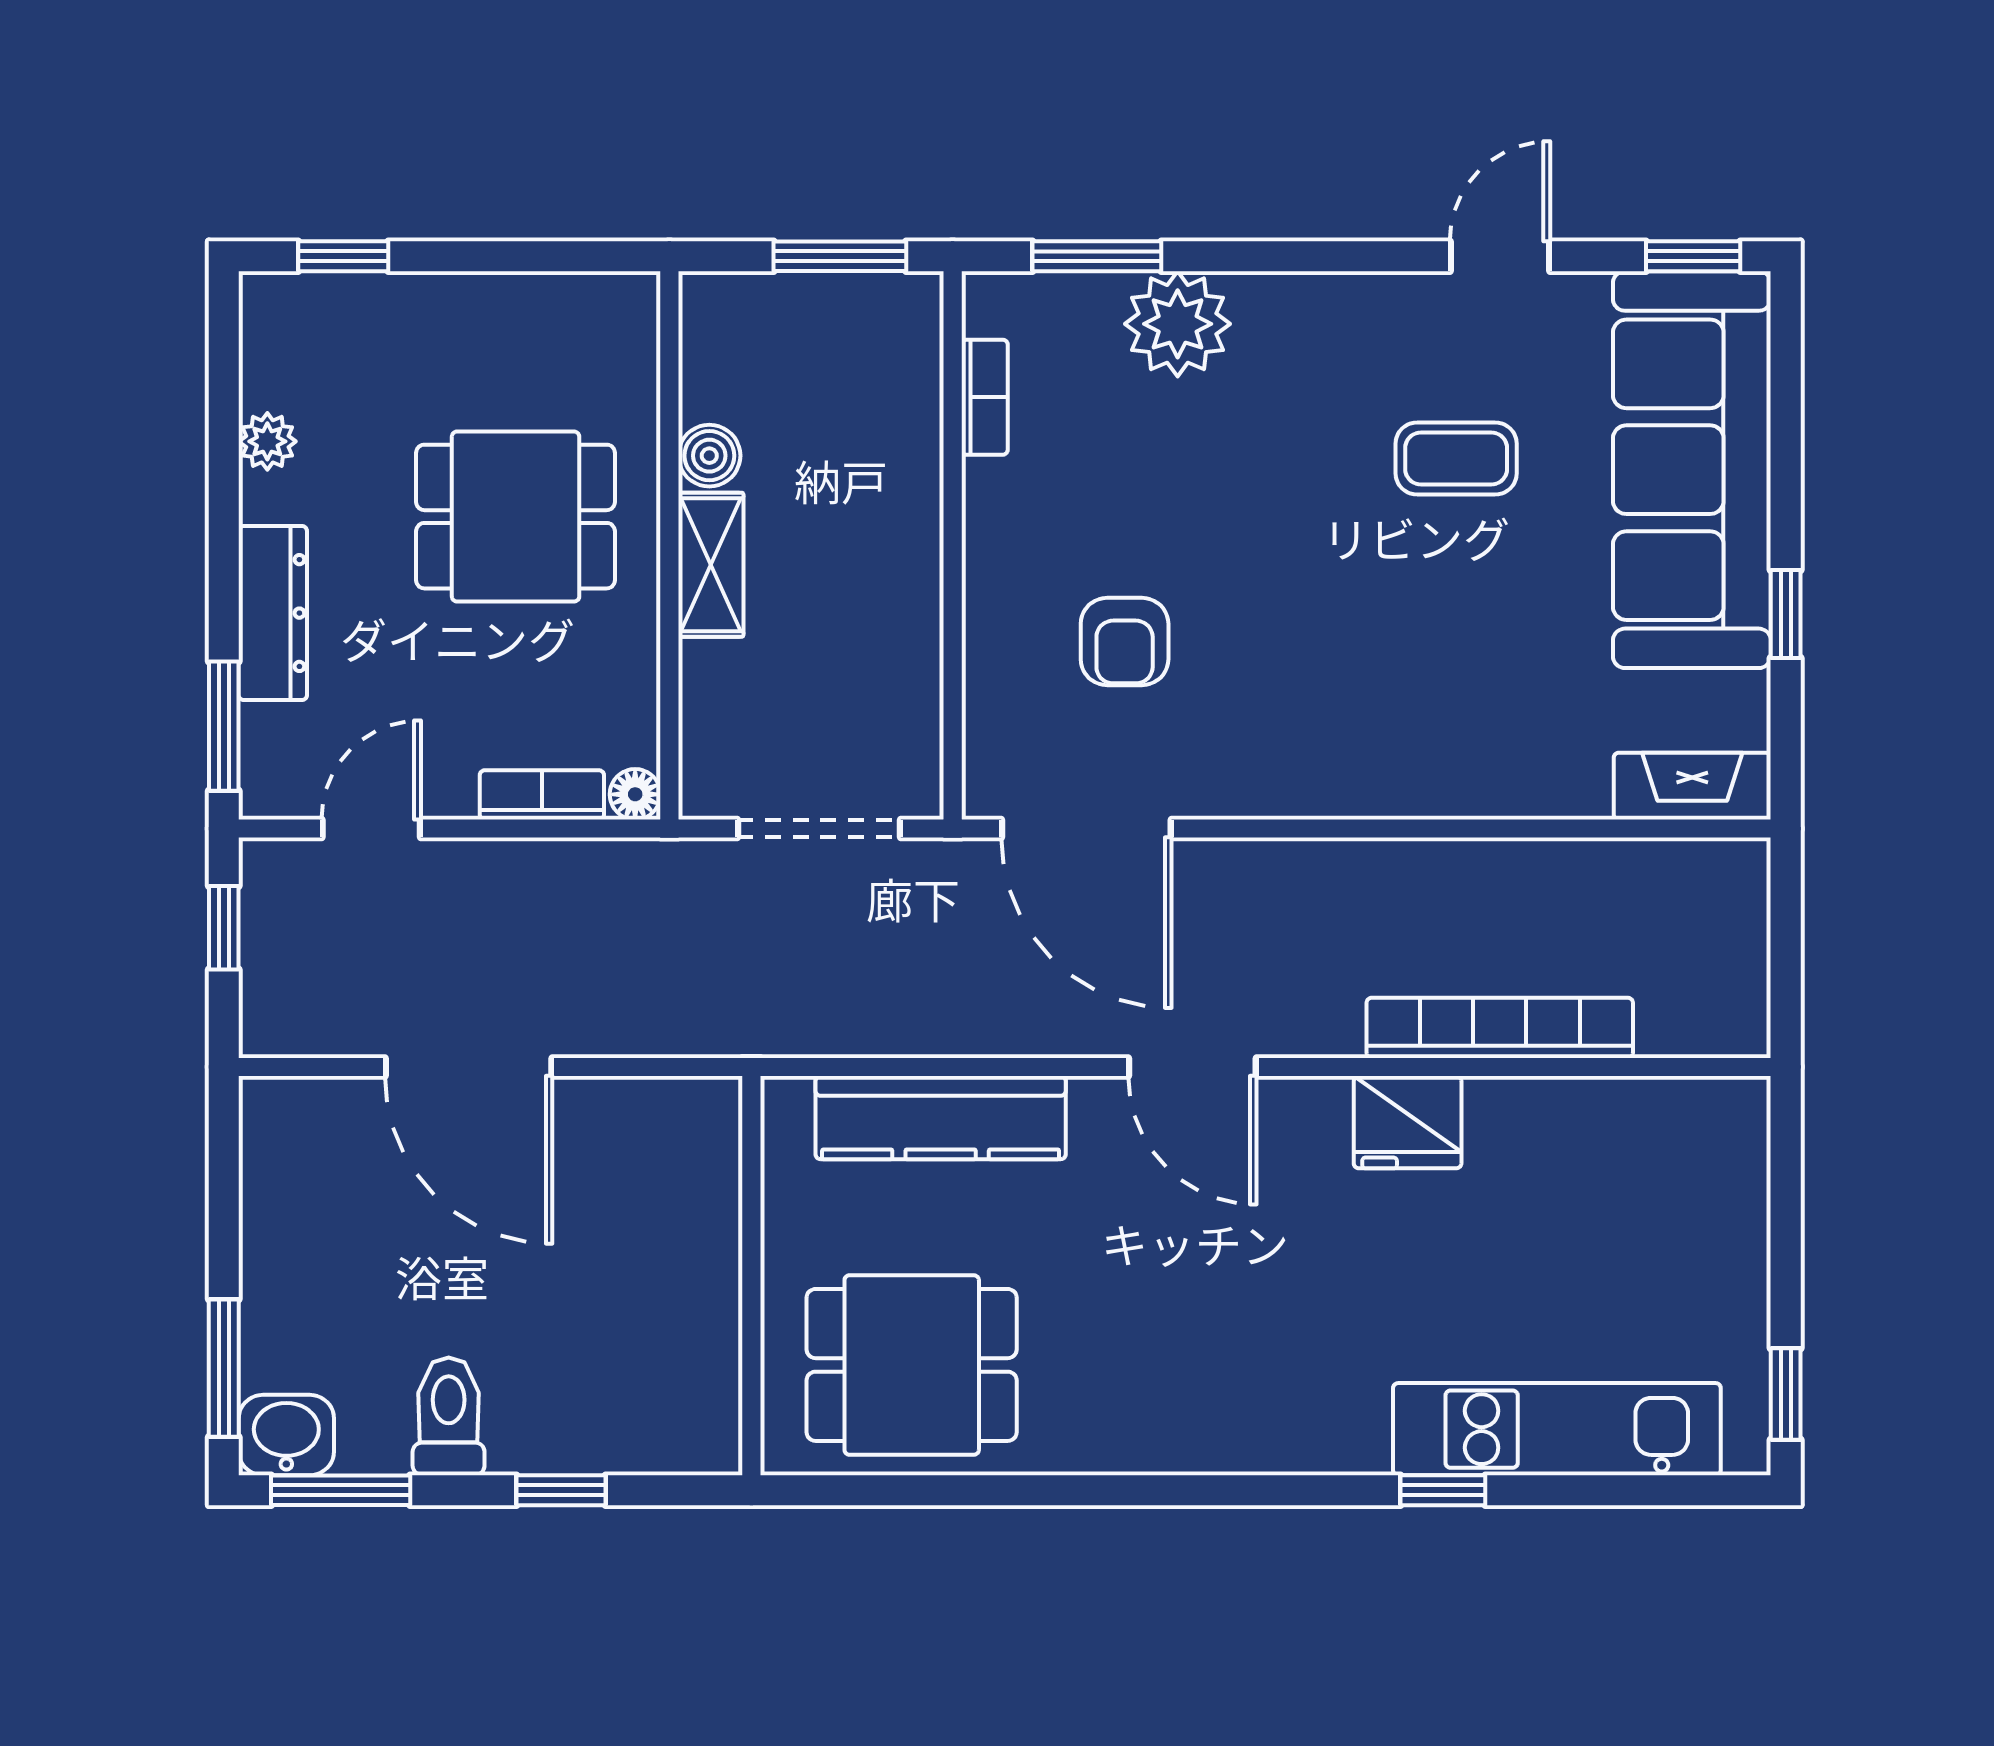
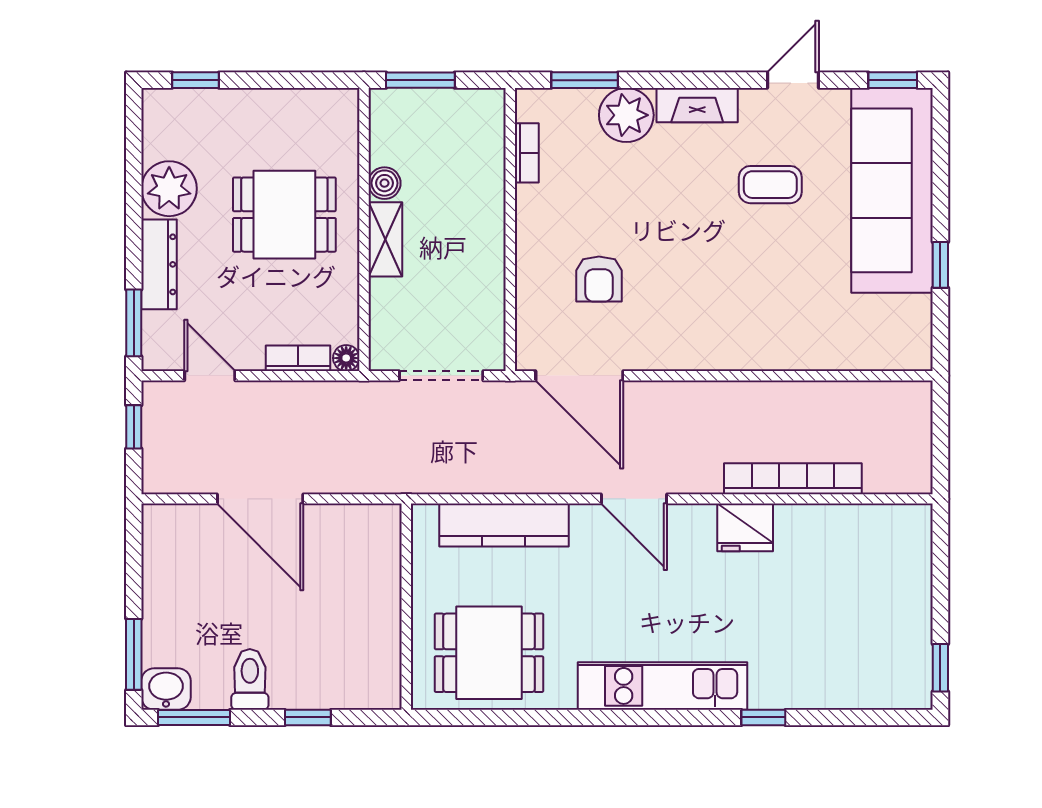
window: (840, 256) -> (420, 80), moved
plant: (267, 441) -> (169, 189), width x1.87, depth x1.87
fireplace: (1692, 786) -> (697, 105), moved, turned 180
door: (371, 829) -> (210, 376), hinge flipped
kitchen unit: (1557, 1429) -> (663, 686), moved

